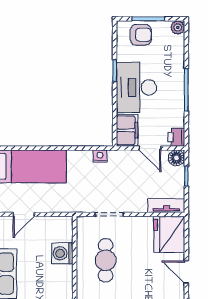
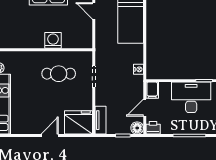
filing cabinet: (127, 130) -> (152, 90), width x0.50
washing machine: (62, 253) -> (53, 40), moved

